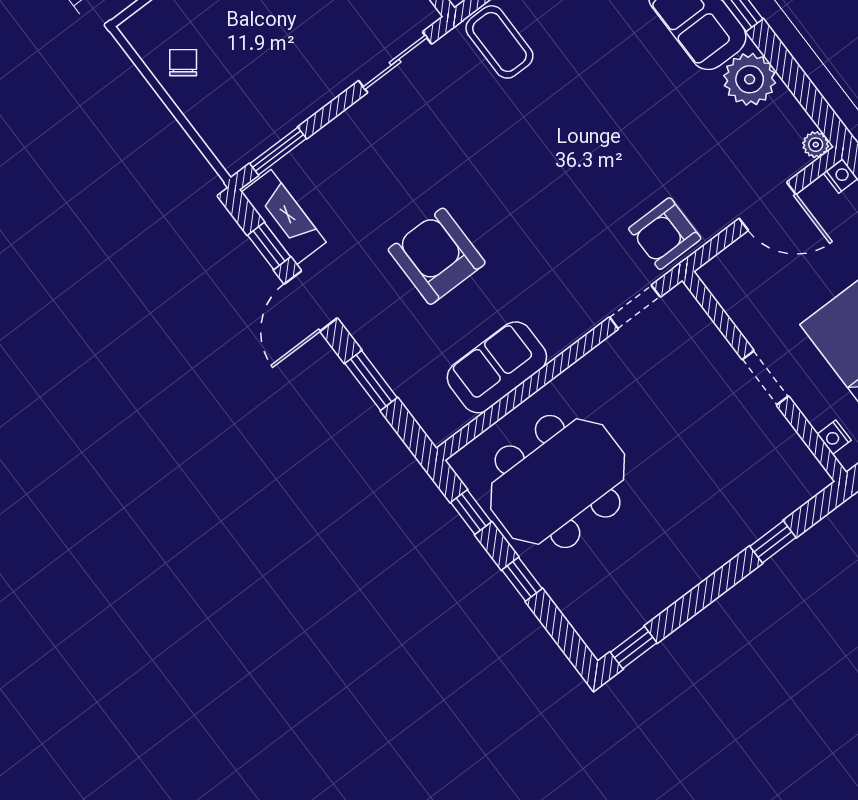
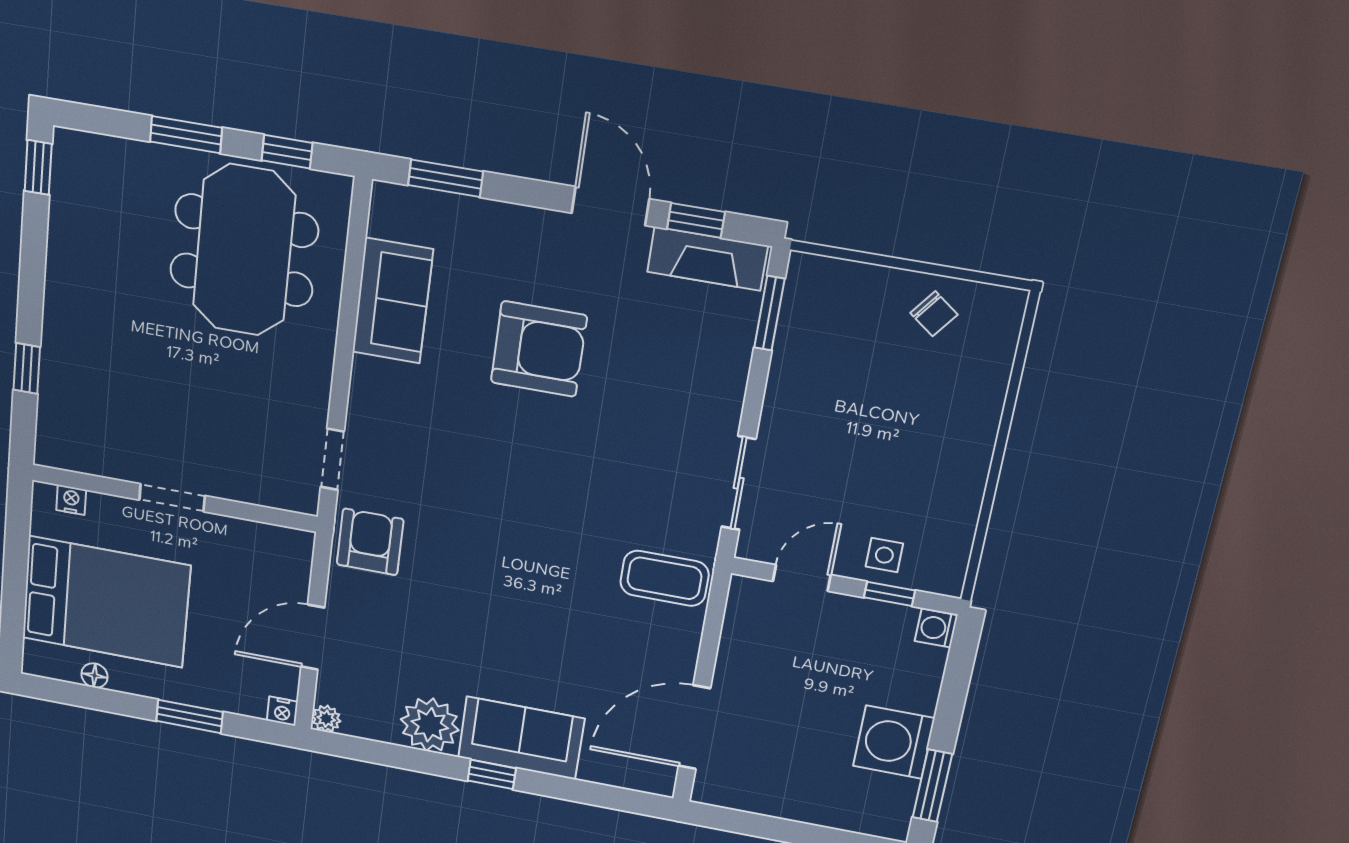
window: (371, 381) -> (445, 178), moved
window: (522, 579) -> (186, 135), width x1.50

